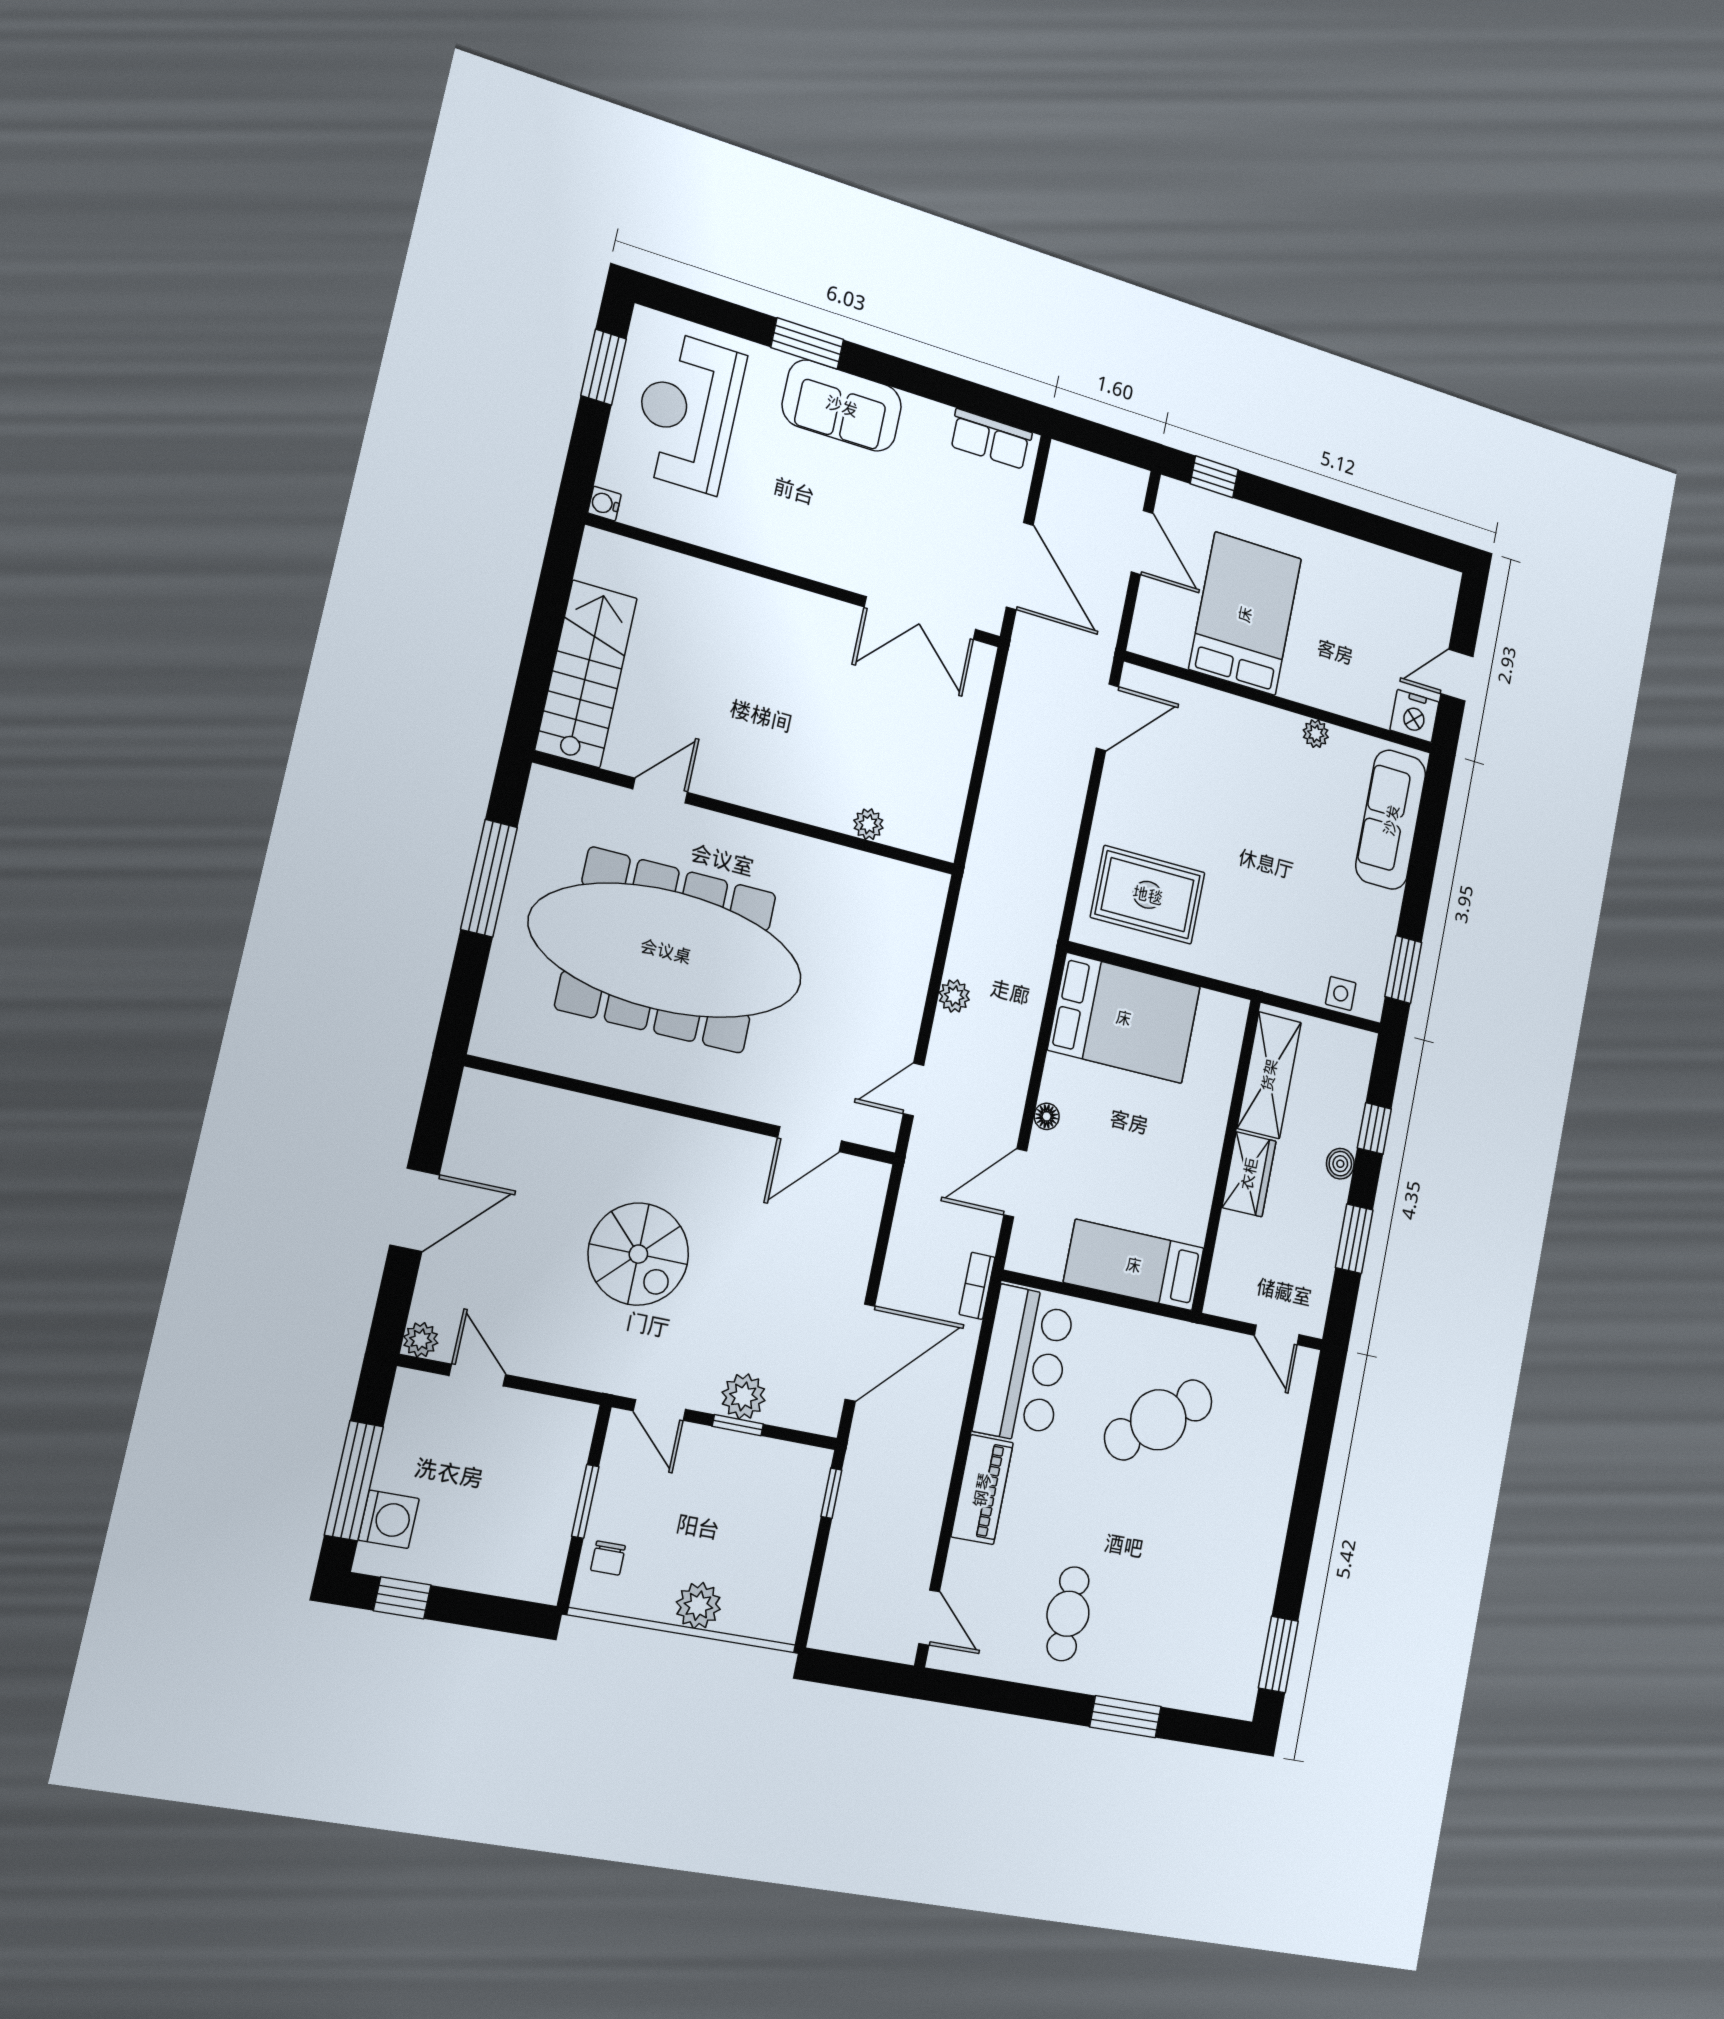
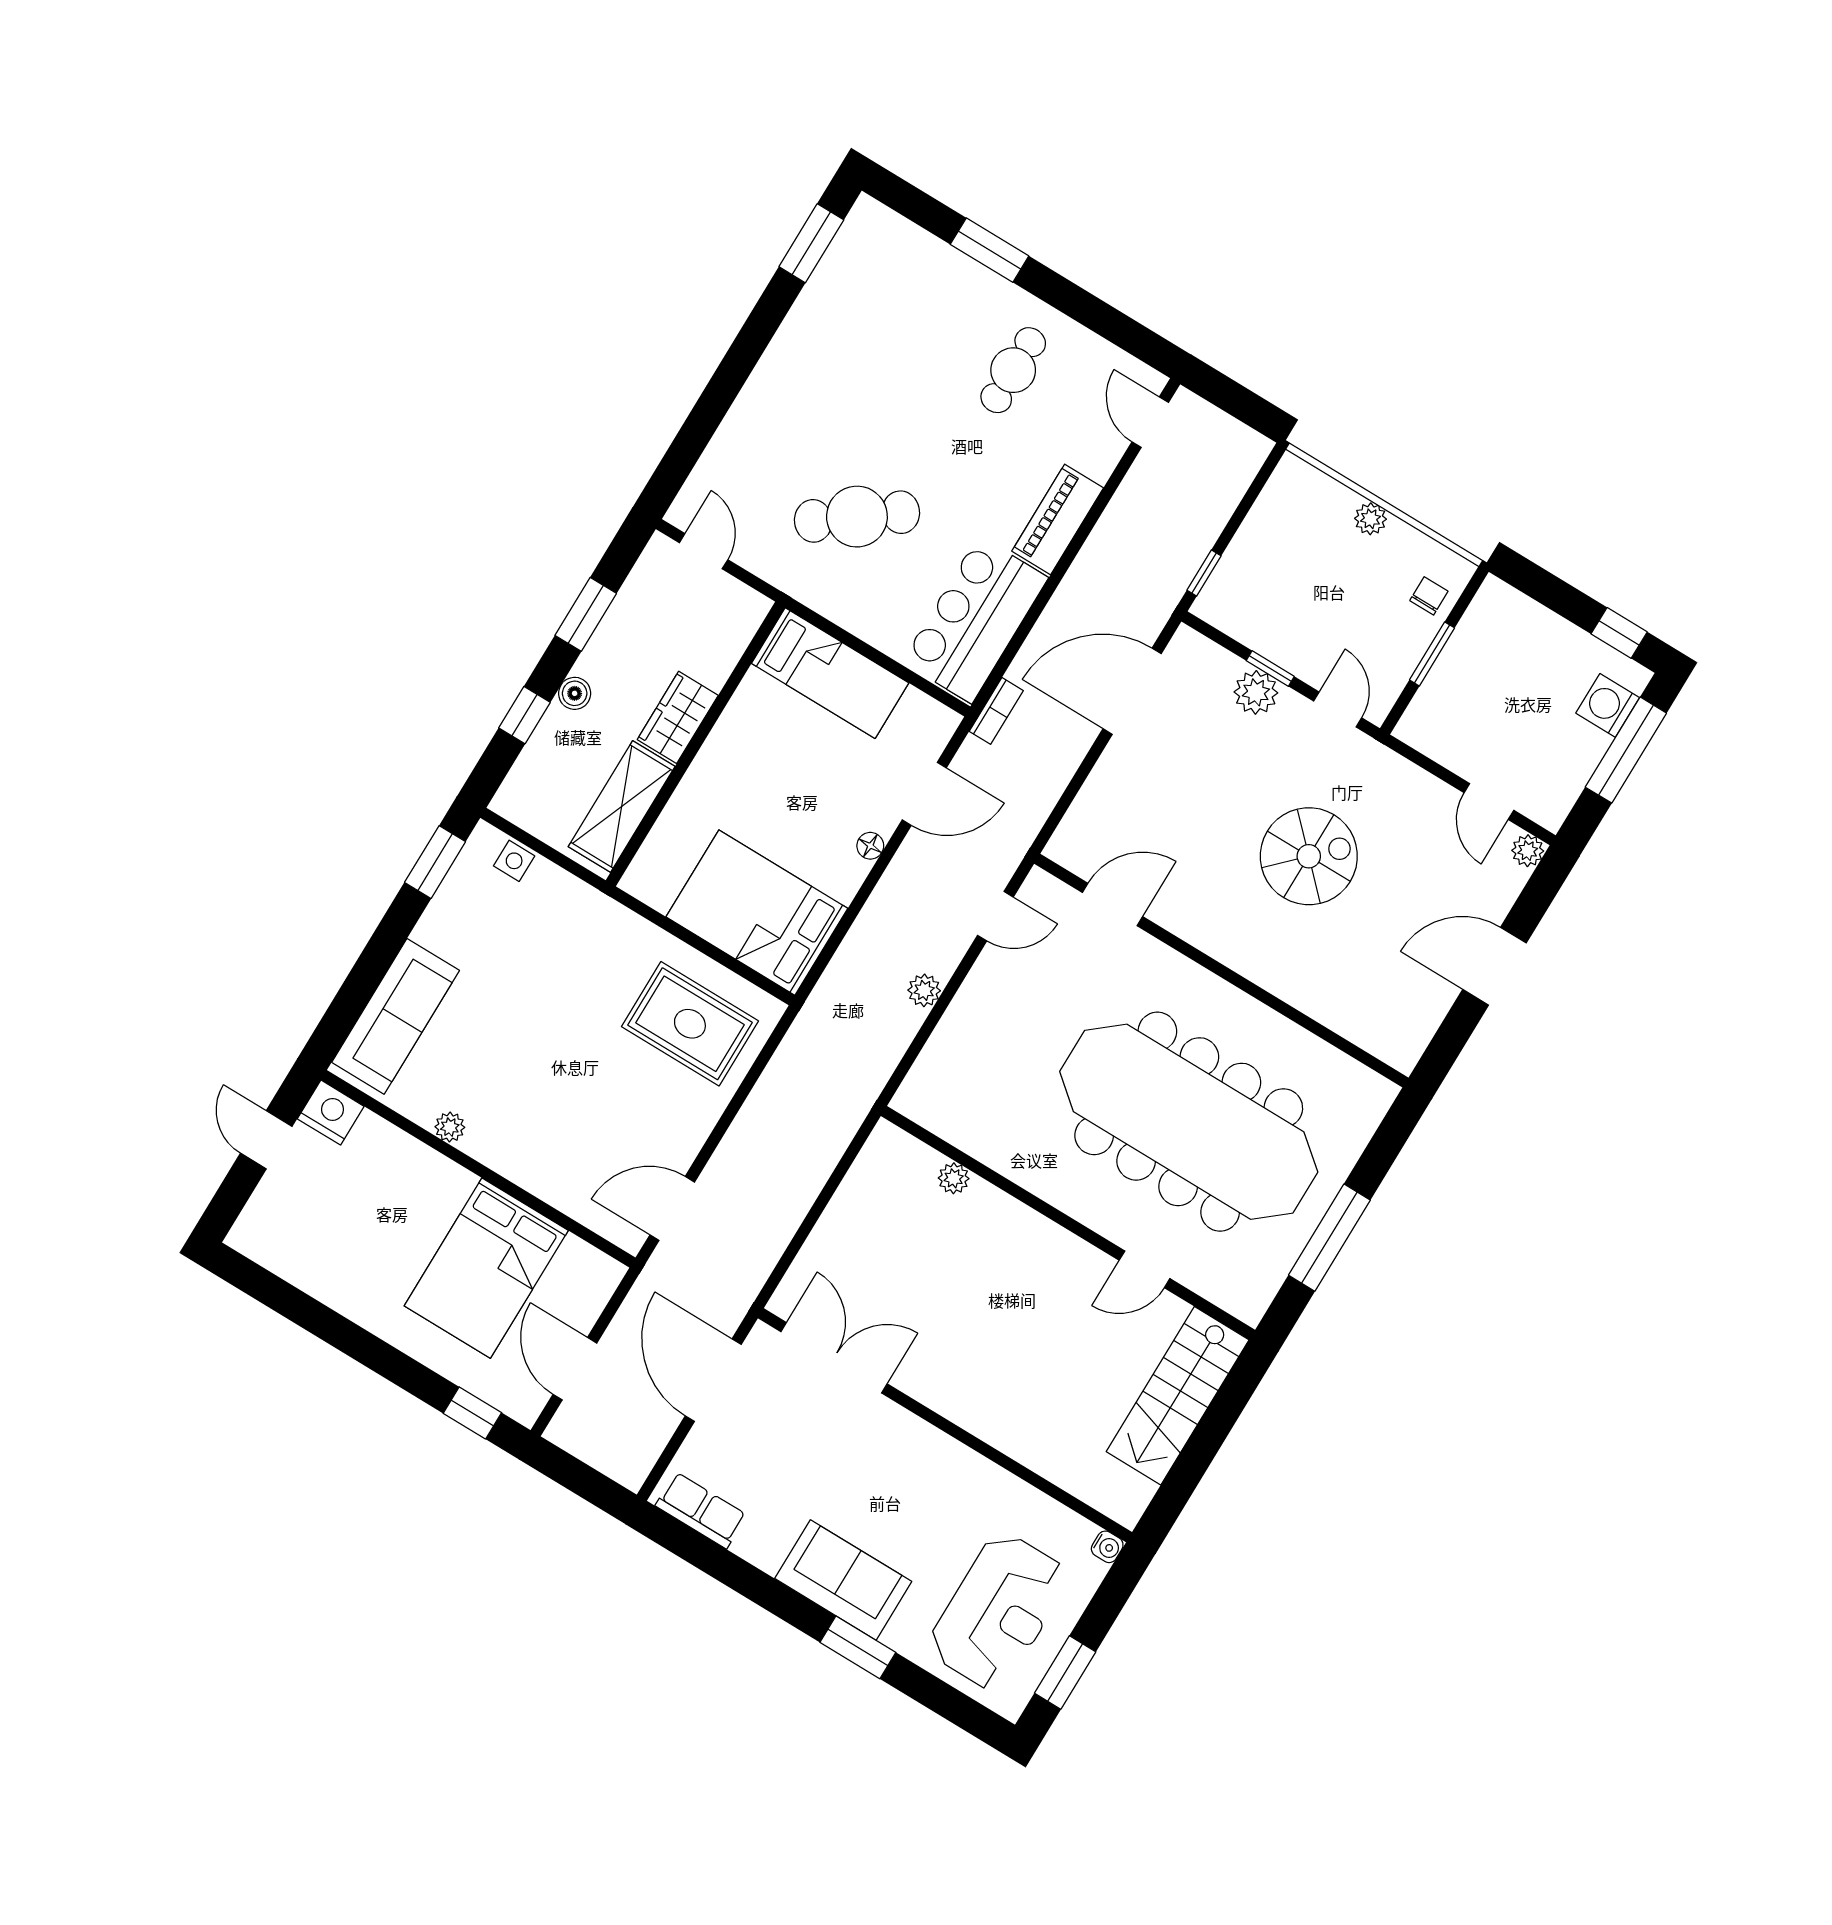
door: (1457, 675) -> (266, 1140), swing flipped
spiral stairs: (638, 1254) -> (1309, 856), turned 90
plant: (698, 1606) -> (1371, 519), width x0.73, depth x0.73

